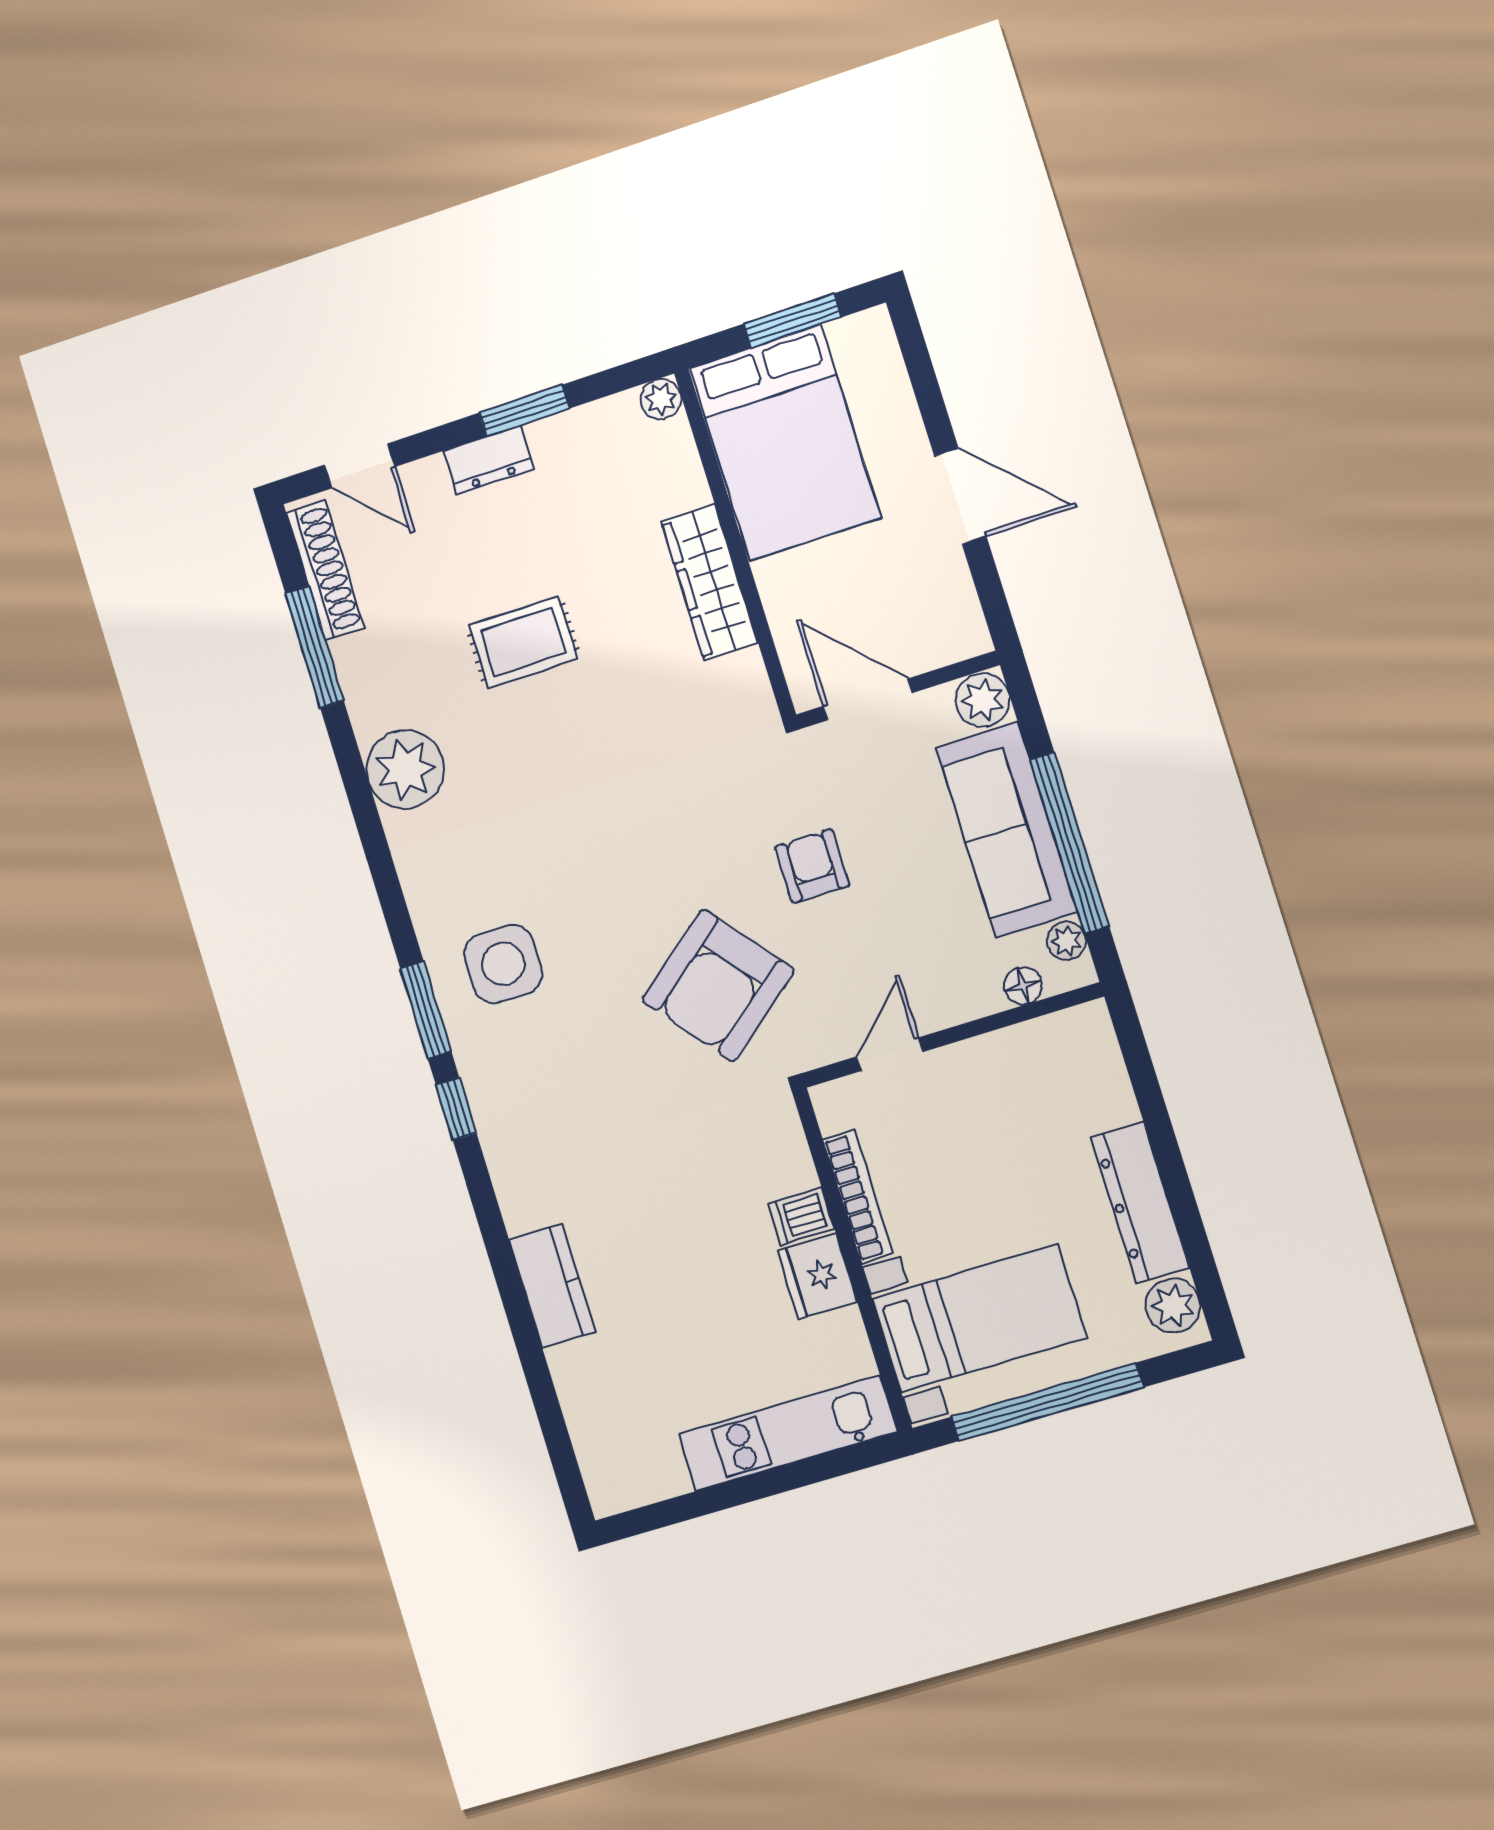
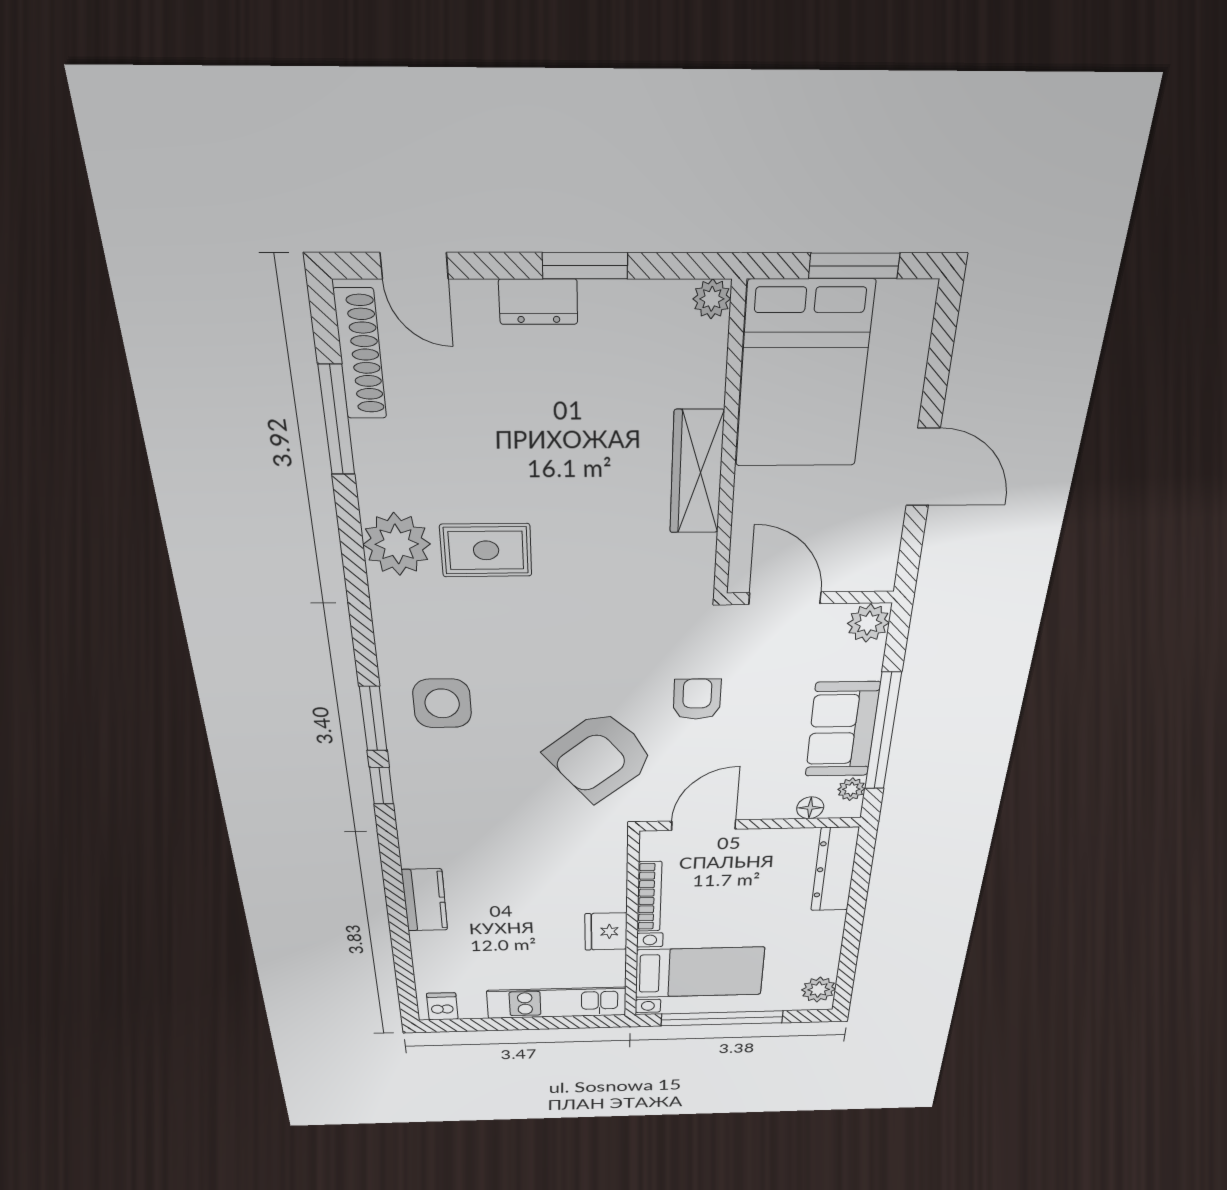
rug: (523, 642) -> (486, 550), moved
sofa: (1007, 830) -> (842, 730), width x0.73
door: (890, 1054) -> (704, 825), width x1.38
dresser: (1140, 1202) -> (835, 869), moved
dishwasher: (801, 1216) -> (442, 1006), moved, turned 90

